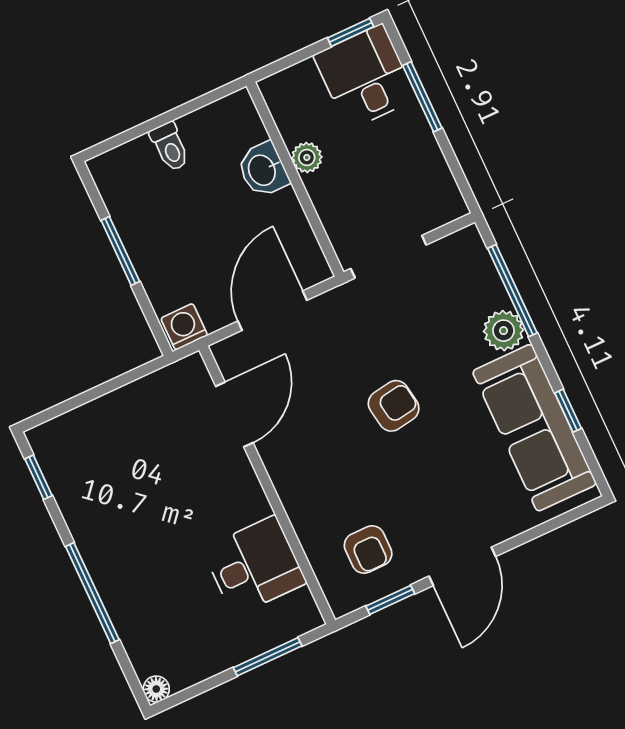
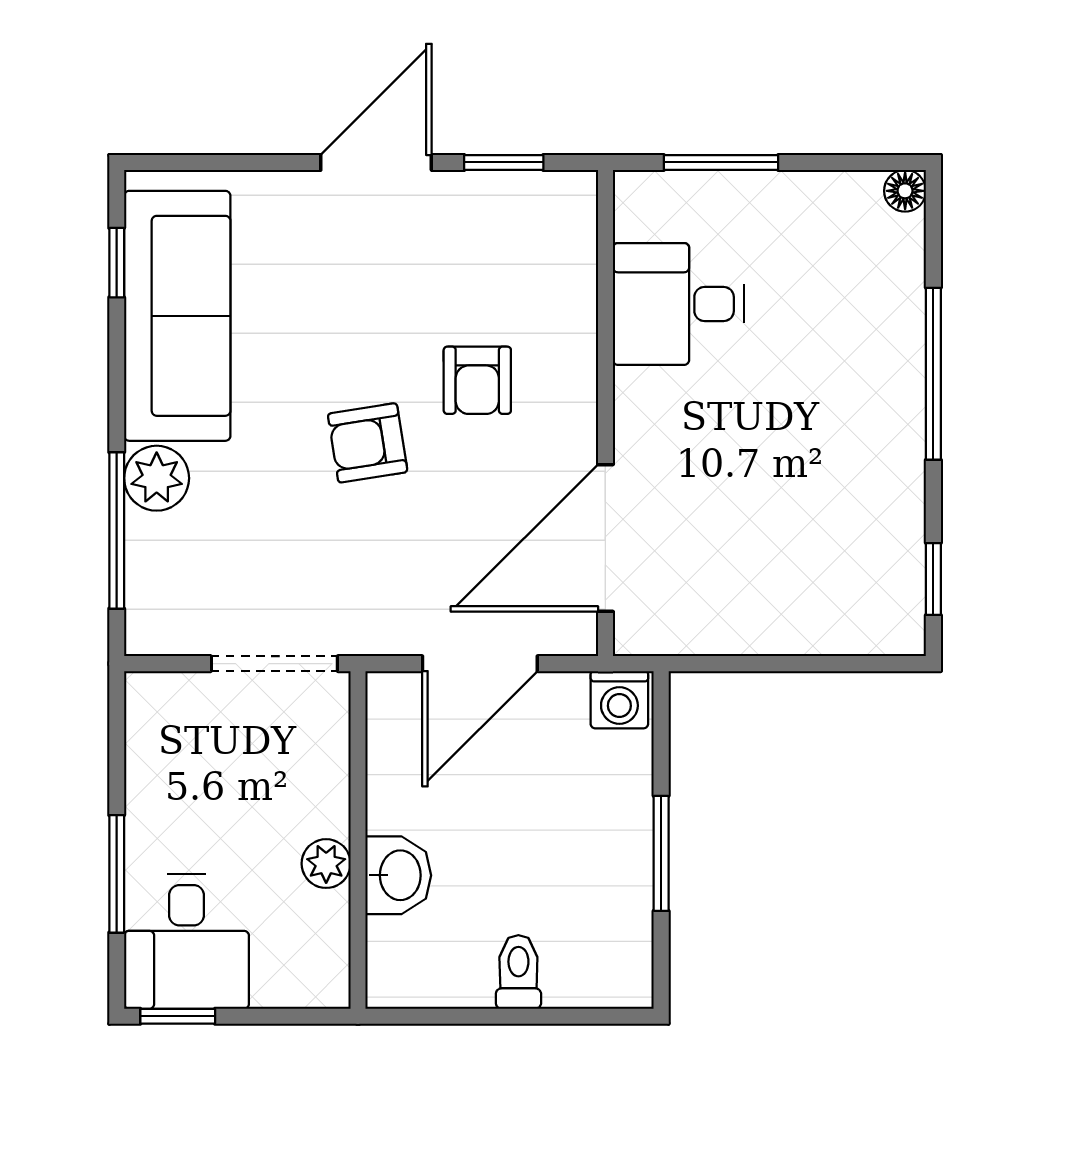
window: (568, 411) -> (117, 263), moved
door: (234, 414) -> (605, 538), width x1.36
armchair: (368, 549) -> (477, 380), moved, turned 180

